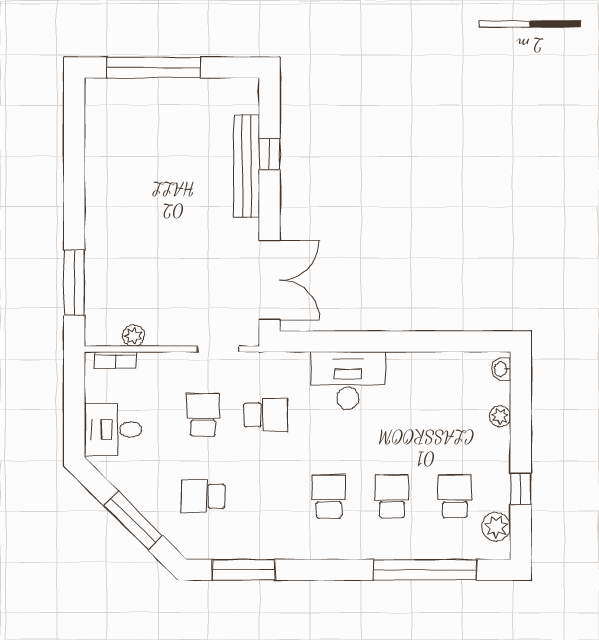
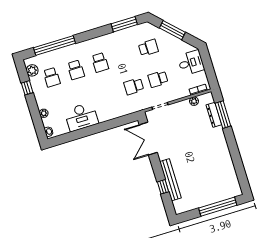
dresser: (96, 289) -> (214, 115), added
desk: (348, 381) -> (81, 117), moved
school desk: (203, 415) -> (158, 79), turned 90

